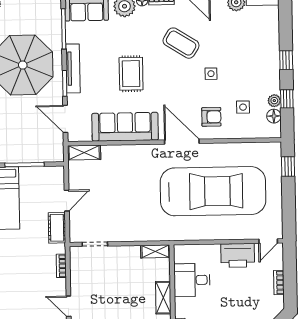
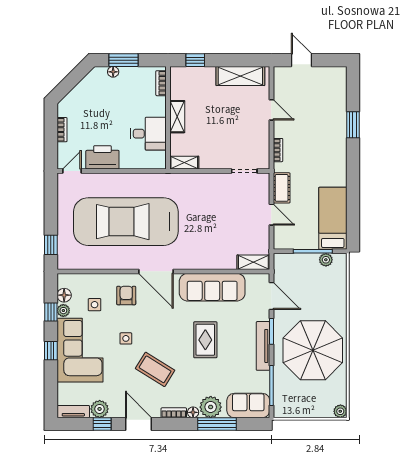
corner sofa: (257, 61) -> (80, 350), added
armchair: (211, 117) -> (126, 296), turned 90
plant: (11, 156) -> (326, 260), added
door: (67, 201) -> (271, 215), swing flipped

